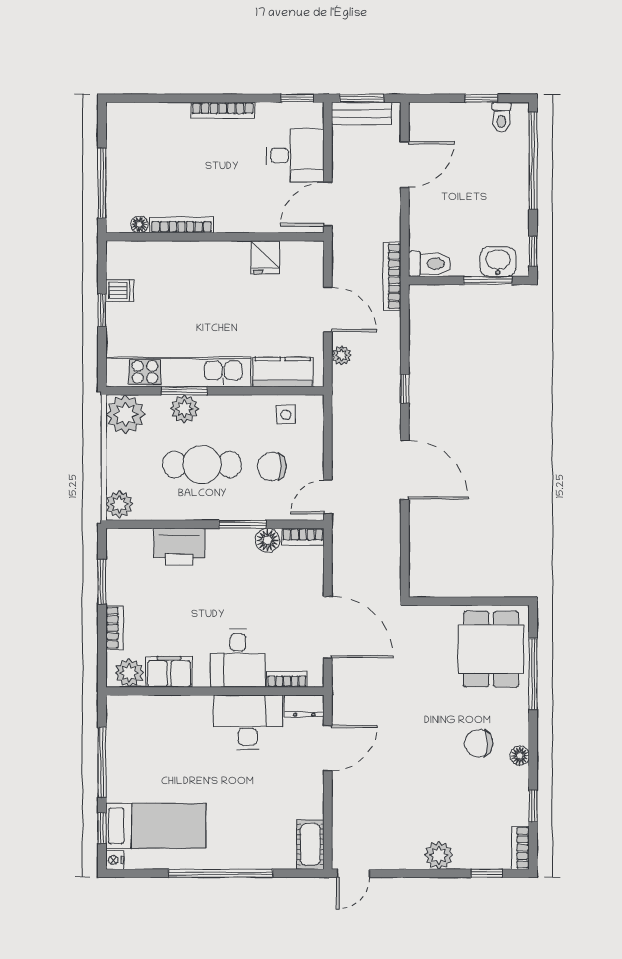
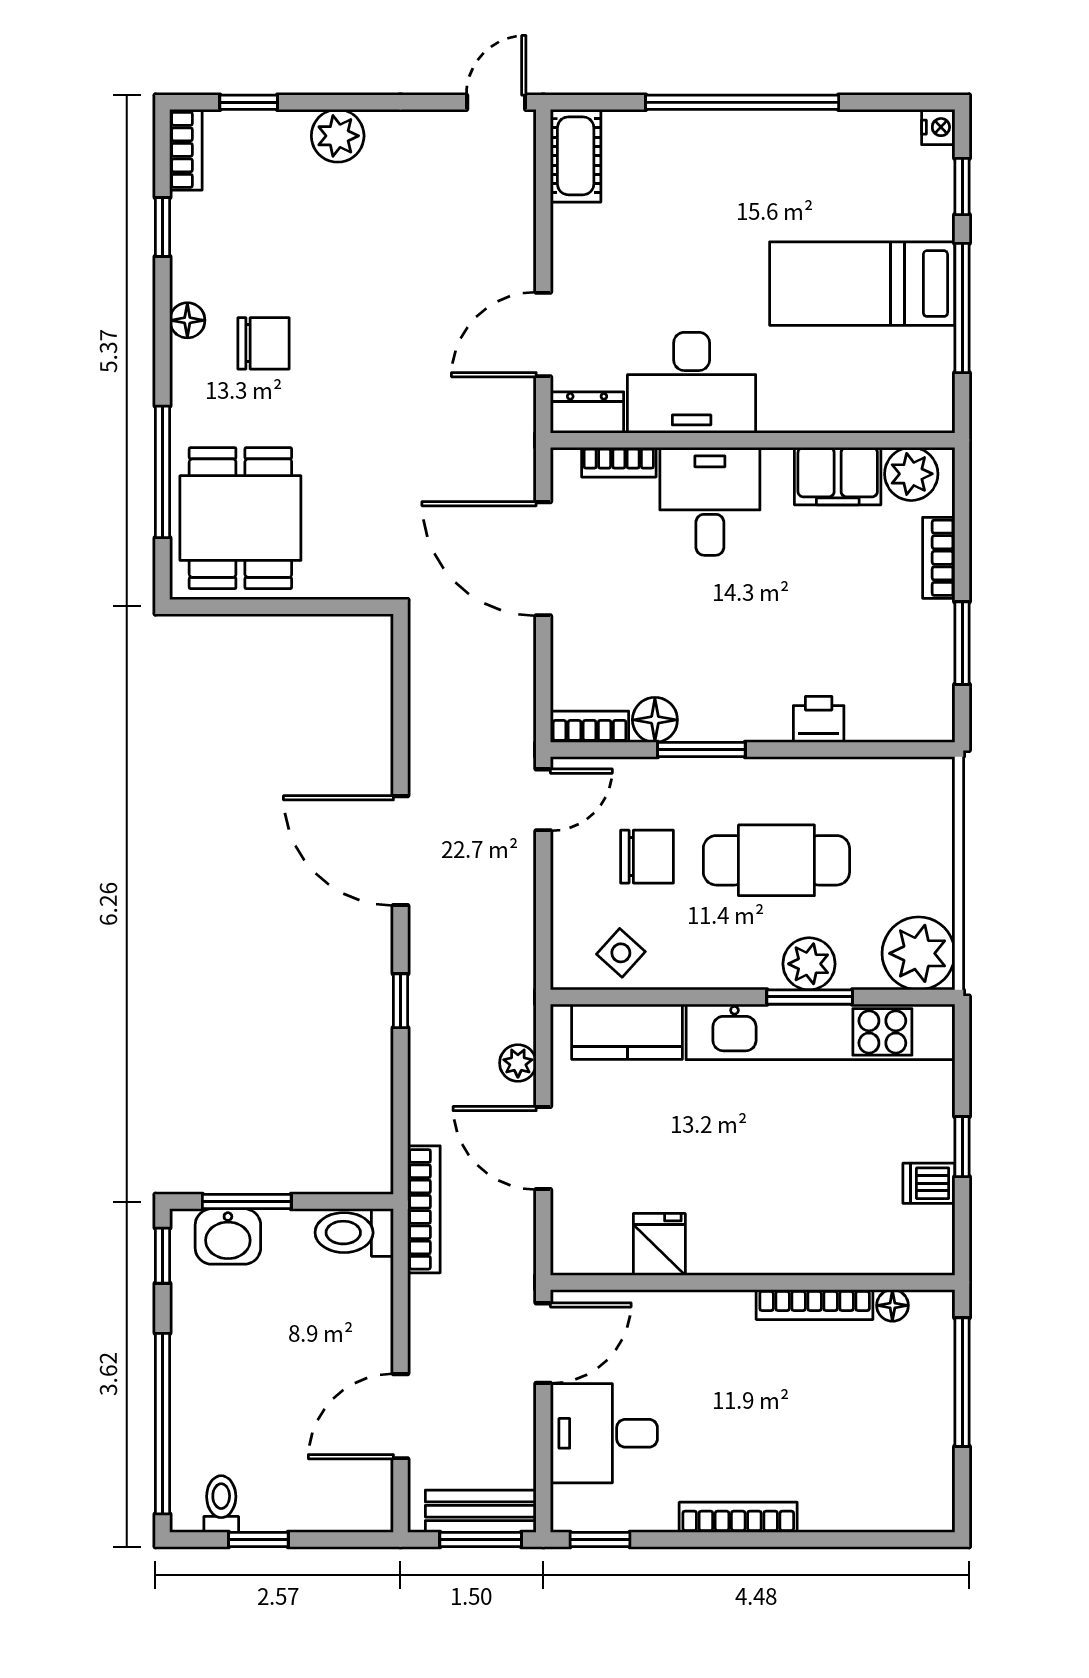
side table: (286, 415) -> (621, 953), turned 45
plant: (119, 504) -> (930, 787), removed
printer: (179, 547) -> (819, 719), width x0.53, depth x0.68
bed: (156, 826) -> (862, 284), moved

